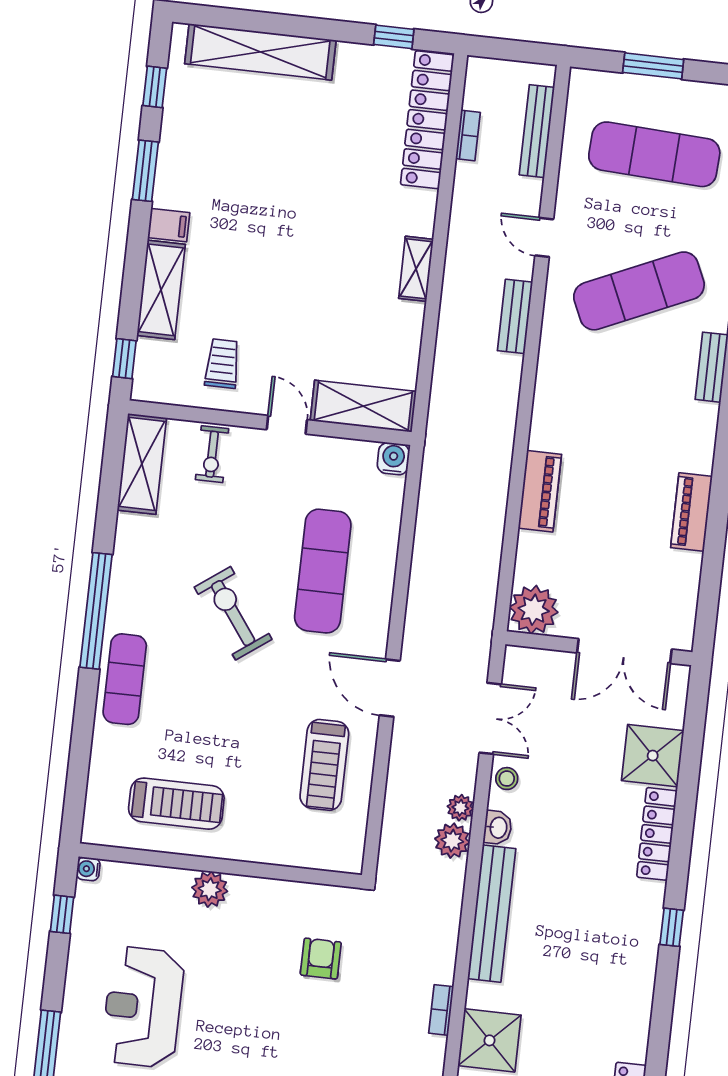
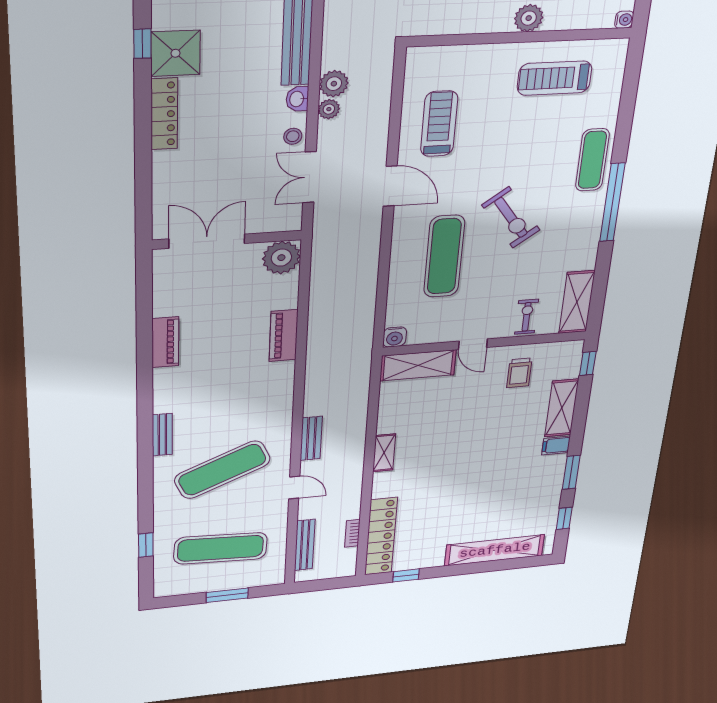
shower: (653, 756) -> (175, 53), moved

